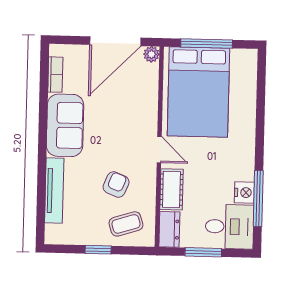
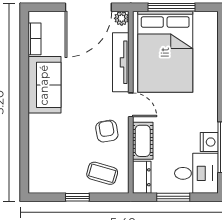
armchair: (116, 185) -> (107, 131), moved, turned -32
tv unit: (54, 190) -> (121, 62), moved, turned 180
coffee table: (126, 224) -> (102, 173), turned 33

